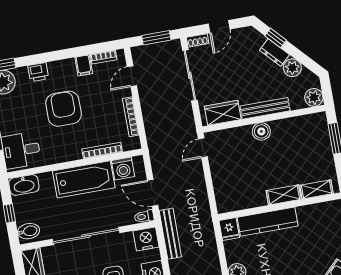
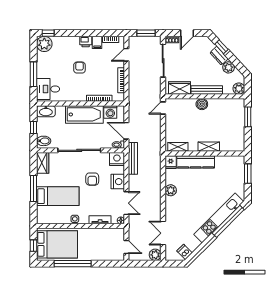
printer: (38, 72) -> (86, 42), moved
armchair: (64, 109) -> (79, 68), width x0.53, depth x0.53
shelving: (316, 189) -> (178, 147), moved

